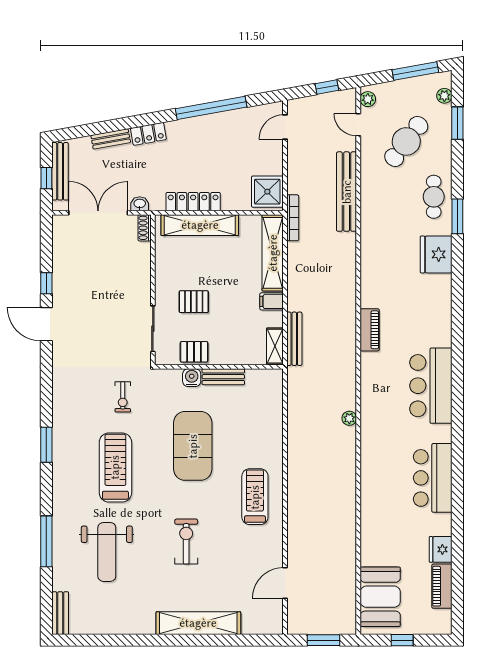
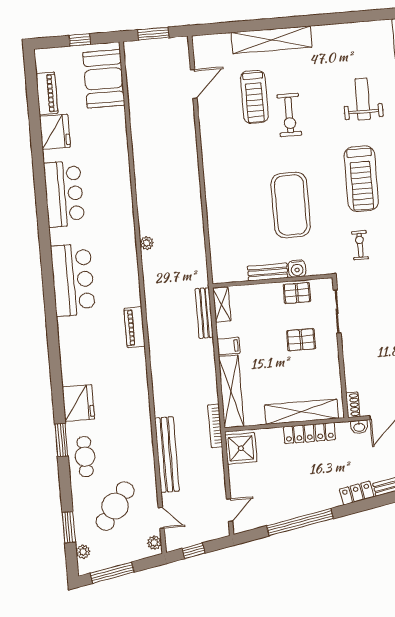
treadmill: (255, 497) -> (254, 97), moved
fridge: (441, 549) -> (55, 132), width x1.36, depth x1.34
weight bench: (107, 552) -> (363, 99), width x0.73, depth x0.75

